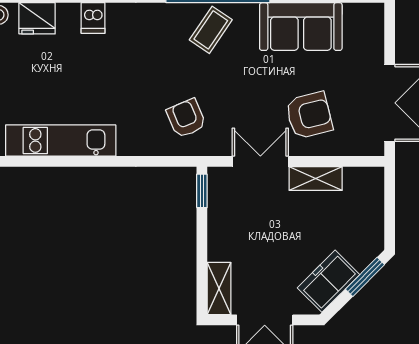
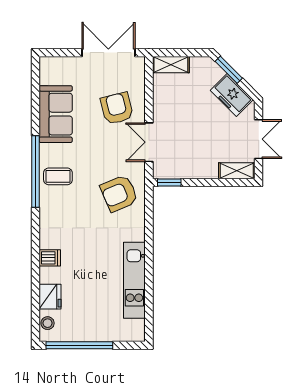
coffee table: (211, 30) -> (58, 176), turned -34
armchair: (186, 118) -> (119, 193), width x1.38, depth x1.38
shelving: (316, 179) -> (171, 65), moved, turned 90

